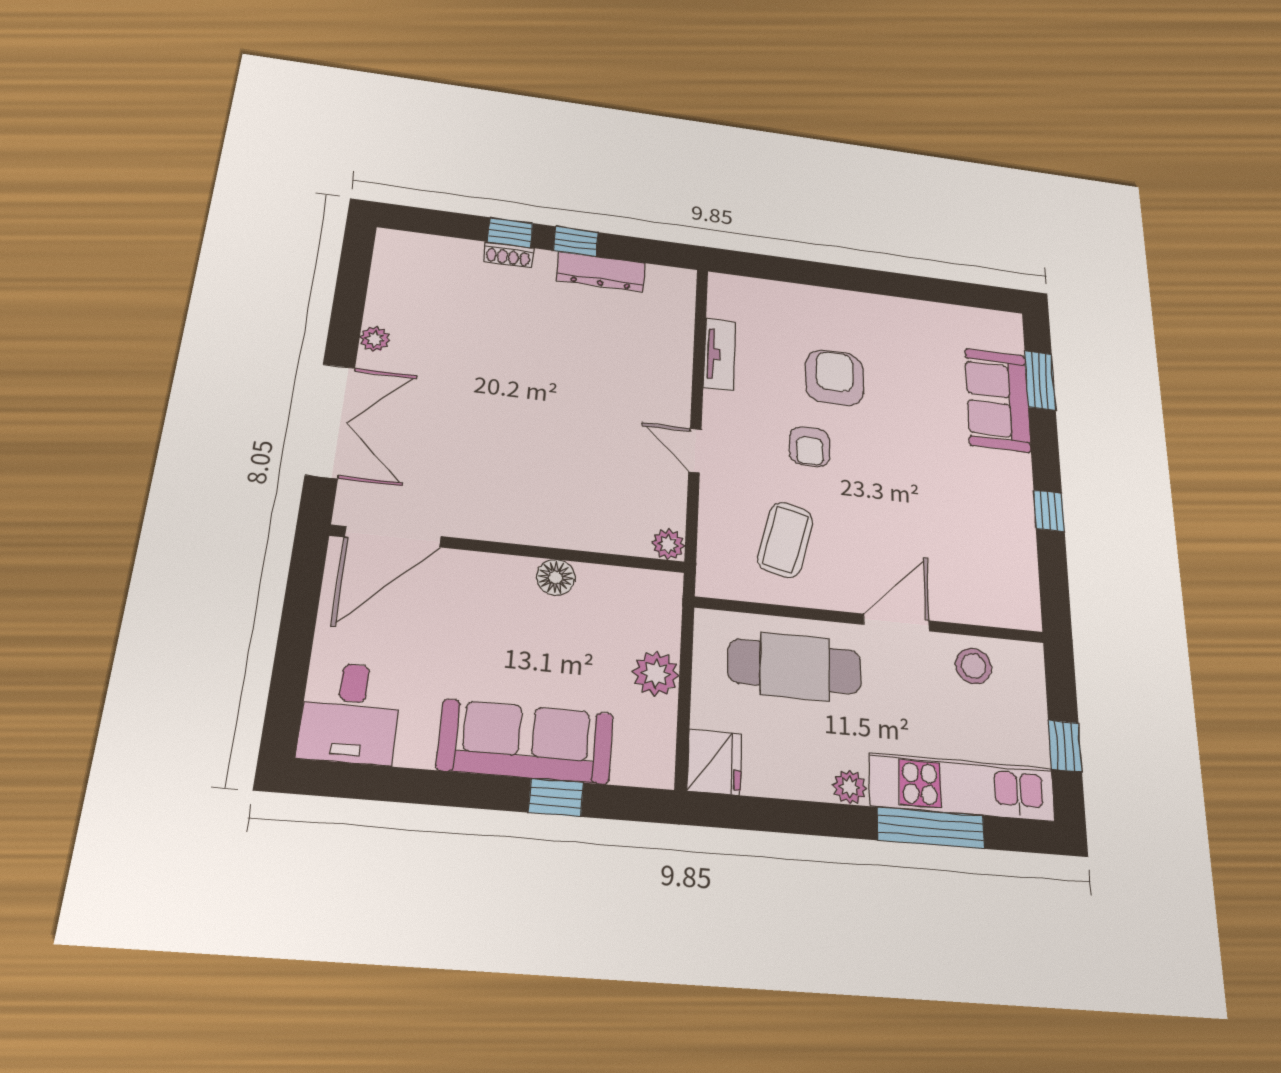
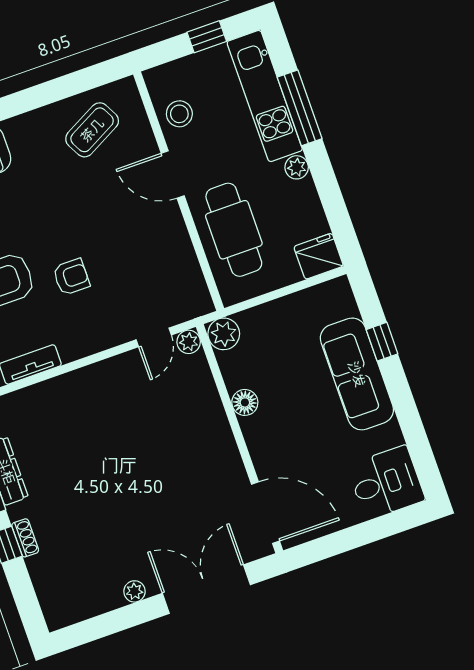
door: (695, 451) -> (154, 337), moved
window: (1049, 511) -> (39, 96), removed
coffee table: (785, 540) -> (92, 130), moved, turned -41
plant: (656, 674) -> (224, 334), moved

